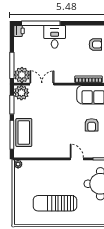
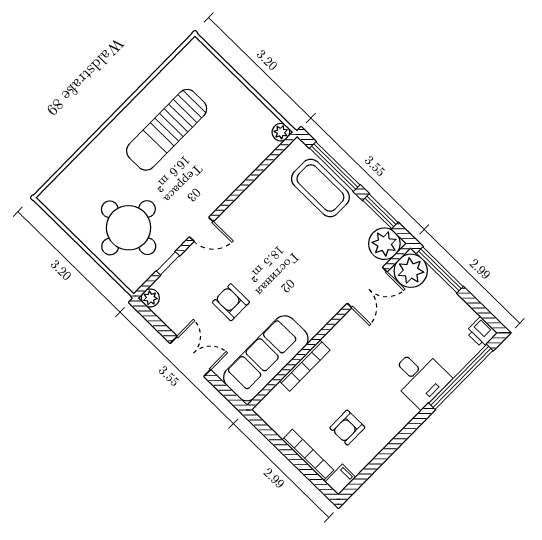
sun lounger: (55, 203) -> (167, 130), turned 180

